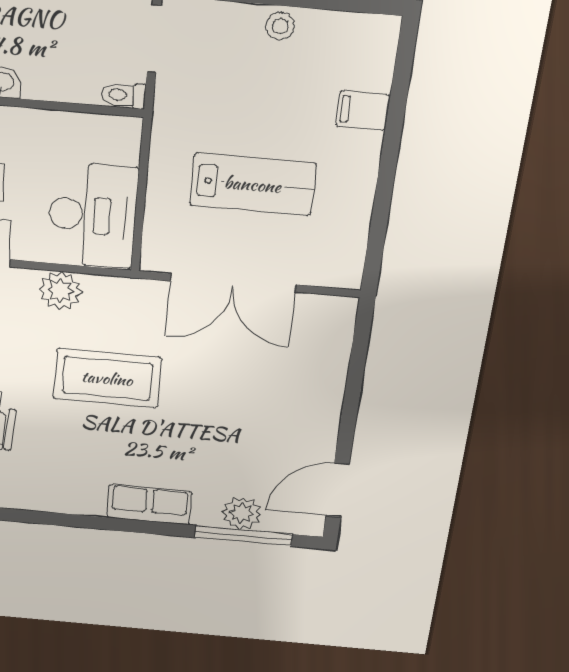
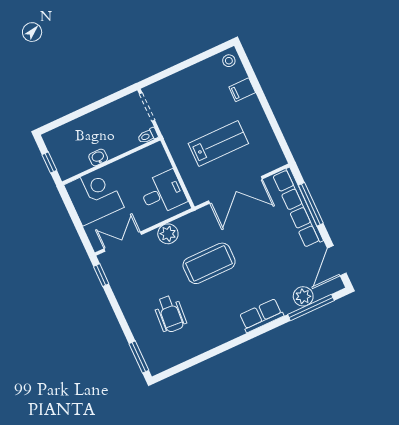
stool: (280, 26) -> (229, 61), moved
desk: (92, 215) -> (163, 193), width x0.73
row of seats: (328, 373) -> (298, 208), added
window: (355, 379) -> (311, 204), added

